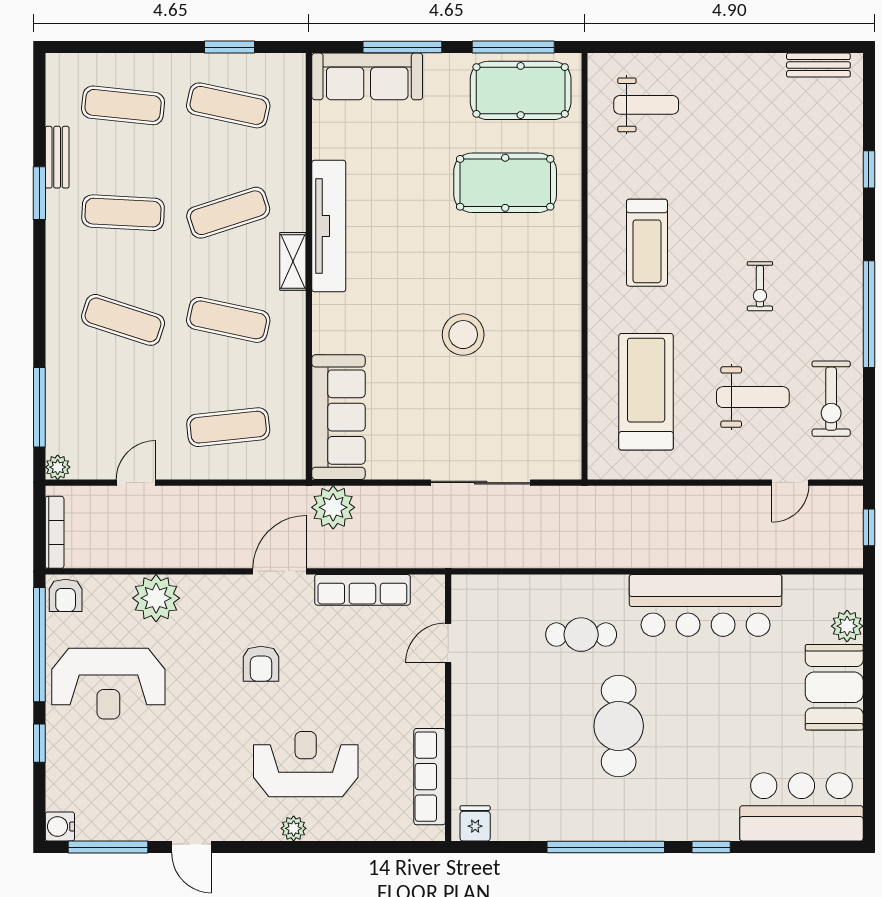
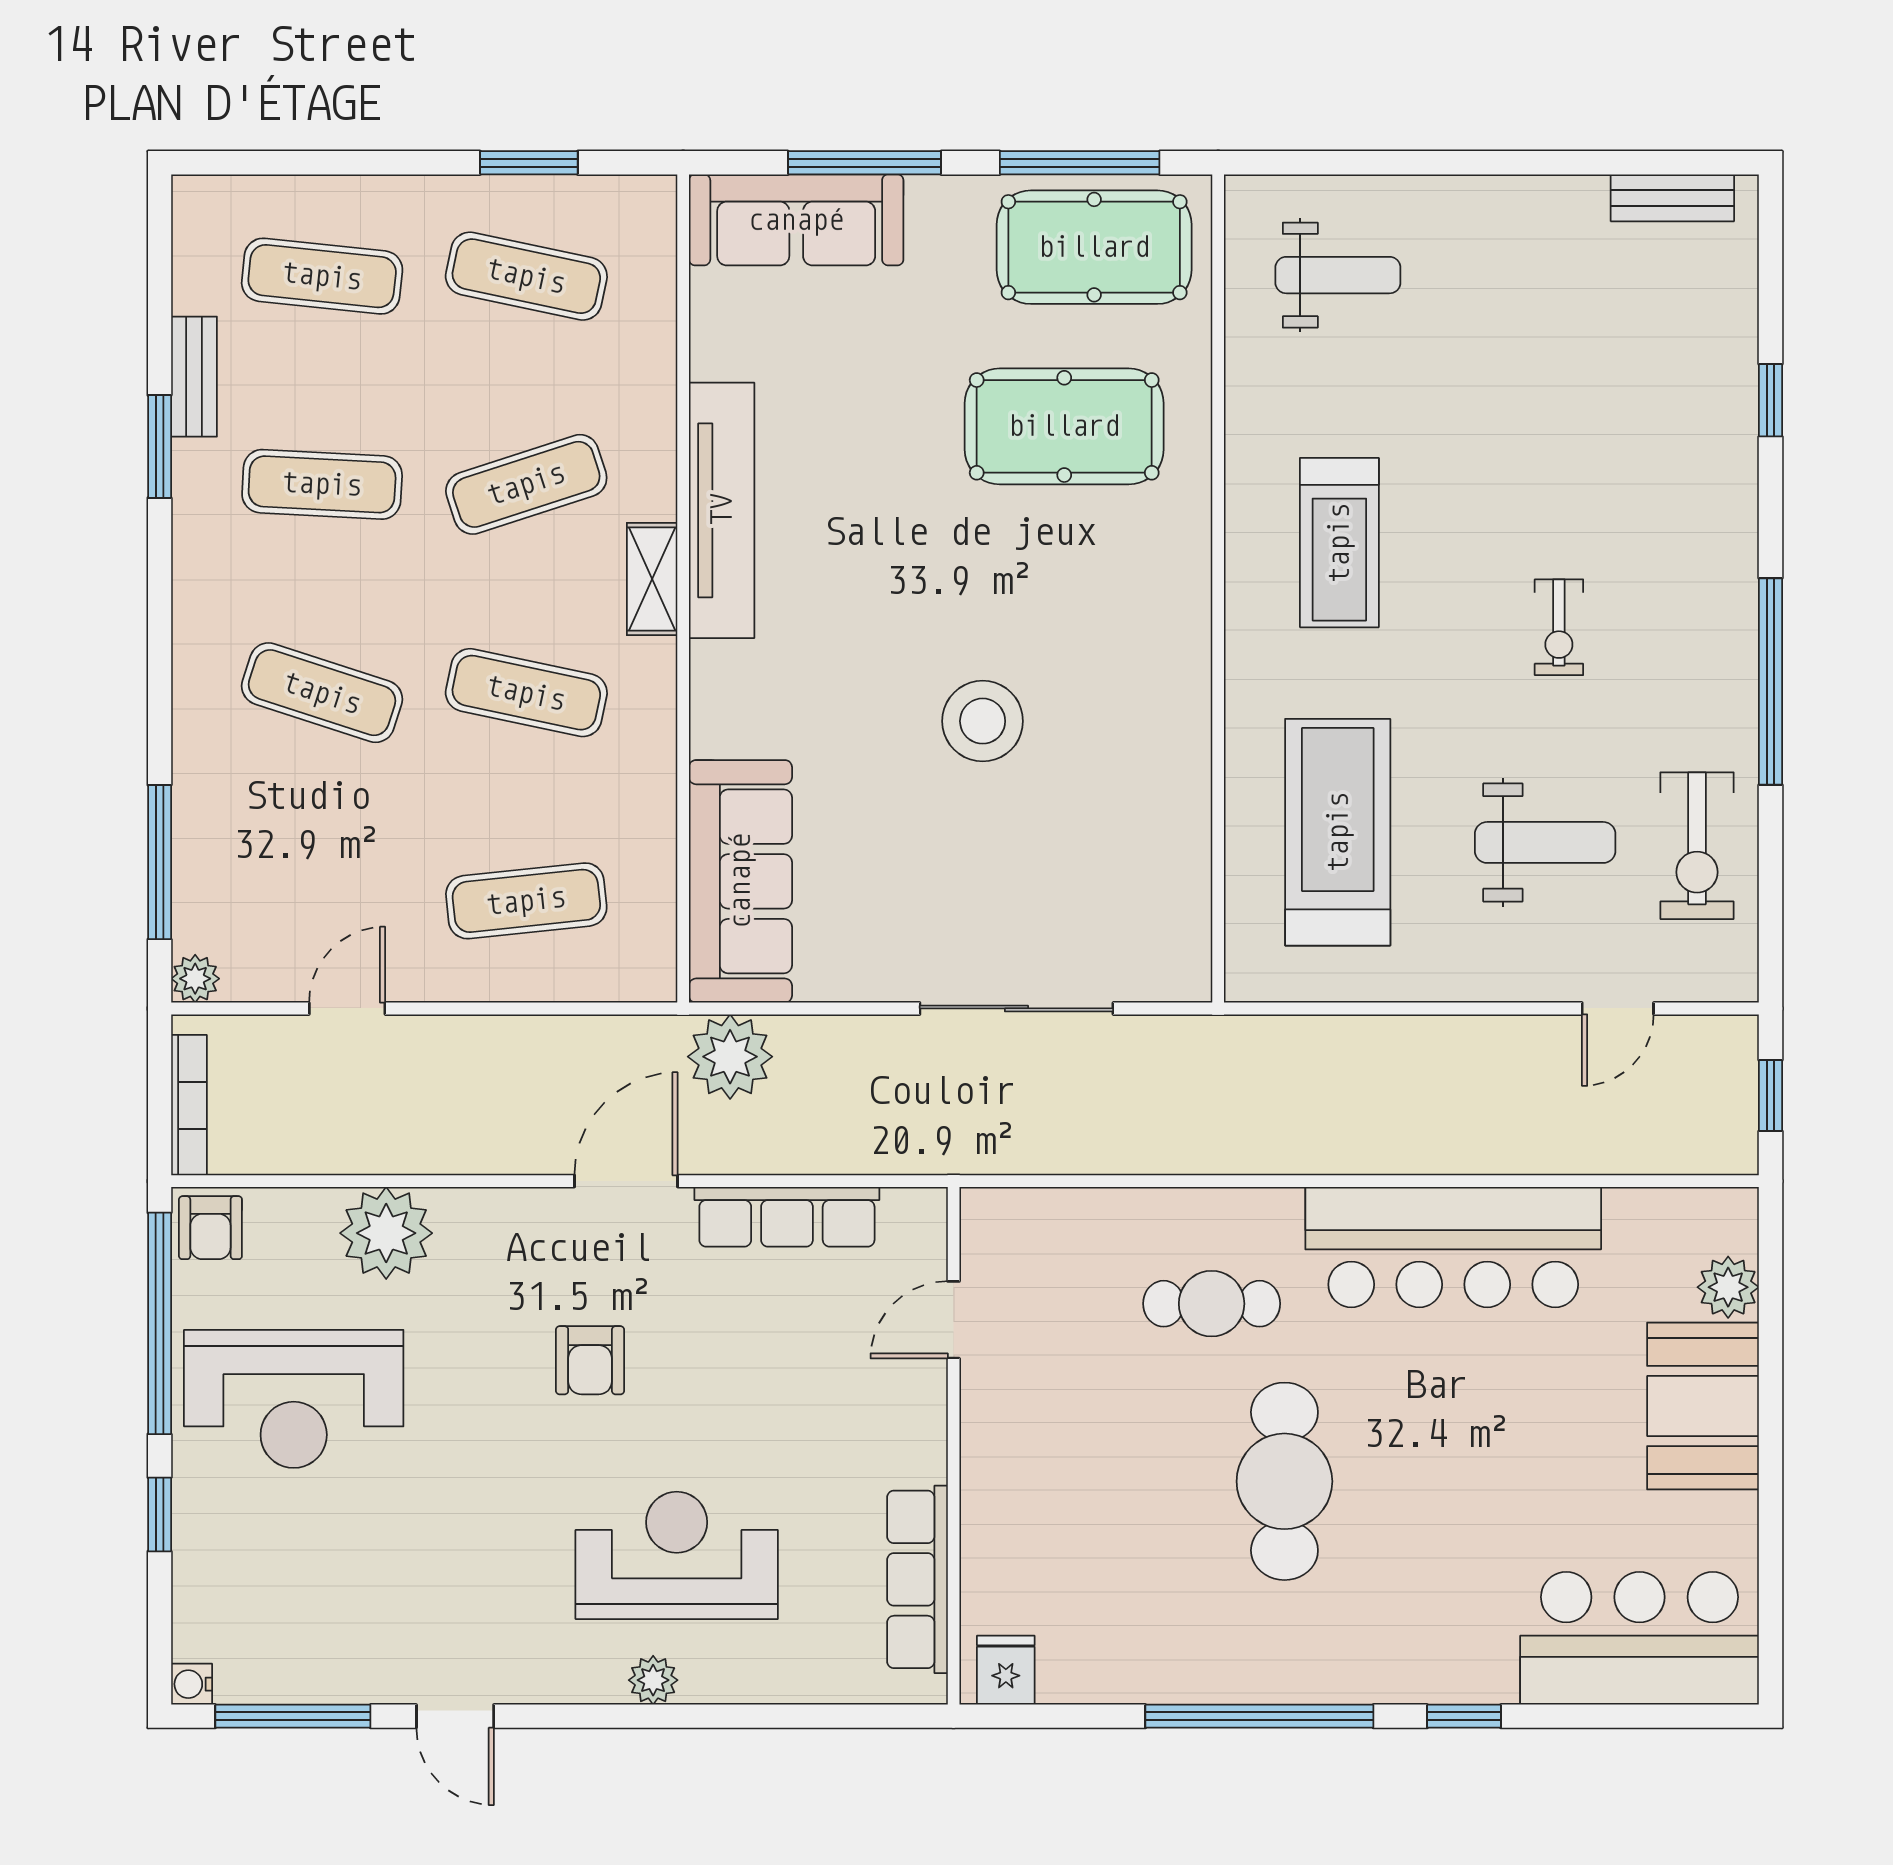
water cooler: (60, 826) -> (192, 1684), width x0.72, depth x0.72

